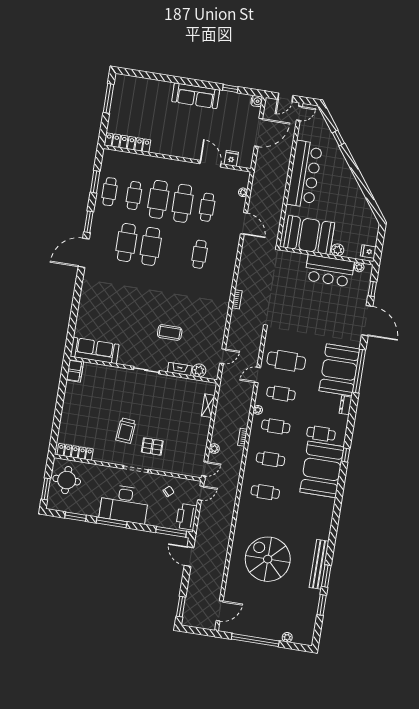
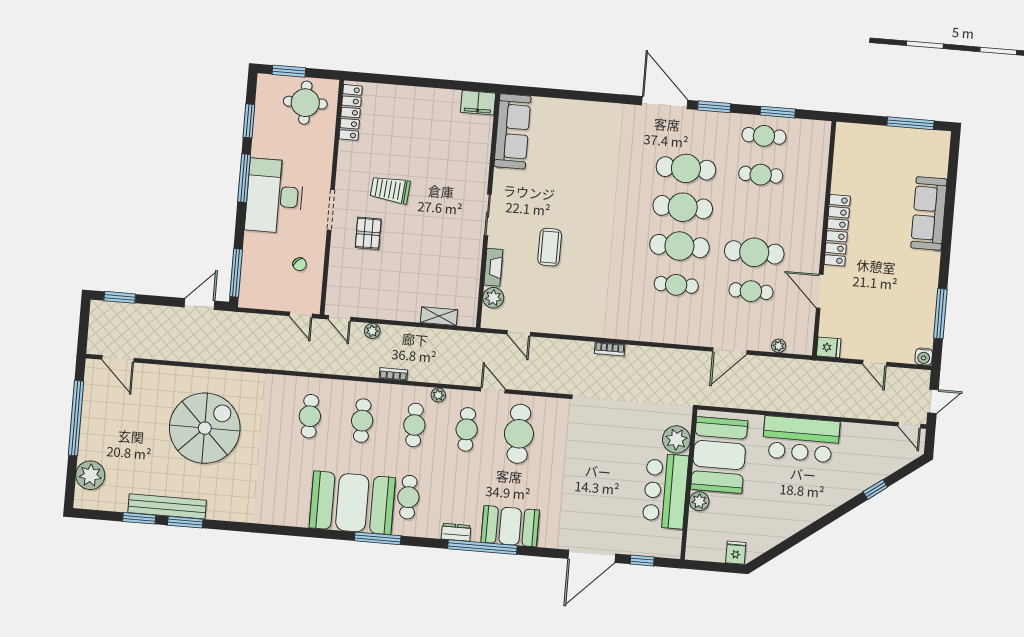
window: (230, 89) -> (940, 314), width x2.17
sofa: (196, 96) -> (929, 213), moved
door: (285, 97) -> (933, 401), swing flipped
door: (258, 132) -> (875, 363), width x0.53
locker: (128, 143) -> (837, 230), moved
fridge: (231, 158) -> (829, 347), moved
door: (210, 164) -> (820, 291), swing flipped
bar counter: (305, 174) -> (801, 439), width x0.73
cafe table: (158, 199) -> (679, 246), moved
fridge: (368, 251) -> (736, 553), moved
plant: (359, 267) -> (676, 439), moved, width x1.88, depth x1.88
booth: (339, 370) -> (510, 526), width x0.73, depth x0.70
window: (359, 371) -> (482, 547), moved
window: (346, 455) -> (378, 538), width x2.17
printer: (186, 517) -> (262, 295), removed
bench: (319, 564) -> (167, 506), moved
plant: (287, 637) -> (90, 475), width x1.87, depth x1.87

